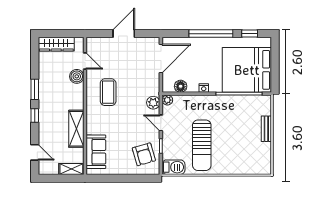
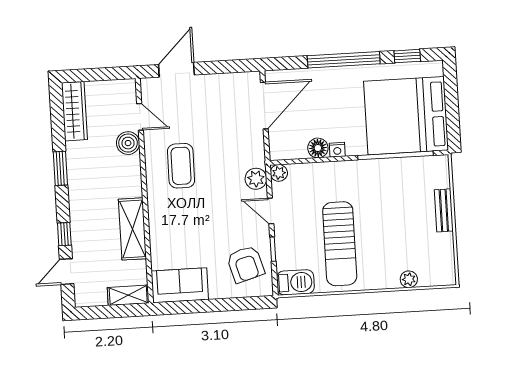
door: (124, 34) -> (176, 70), moved
wardrobe: (56, 44) -> (74, 111), moved, turned -90
floor lamp: (181, 86) -> (318, 148), moved
window: (35, 115) -> (64, 234), moved
door: (35, 152) -> (67, 272), swing flipped
sofa: (96, 152) -> (180, 285), moved, turned -90
plant: (243, 169) -> (409, 279), added

